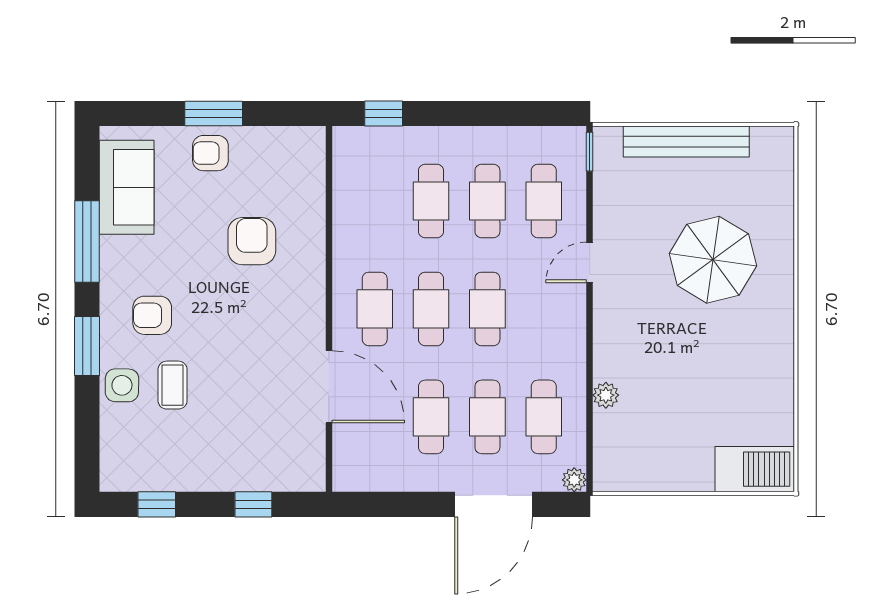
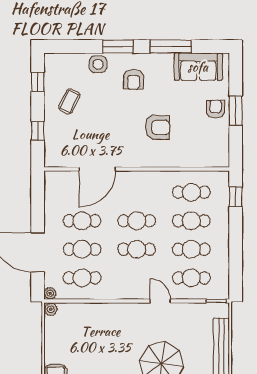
armchair: (252, 241) -> (157, 127), moved
cafe table: (375, 309) -> (191, 192), moved
armchair: (152, 315) -> (133, 80), turned 180
coffee table: (173, 385) -> (69, 101), moved, turned -63
plant: (606, 395) -> (51, 309), moved

